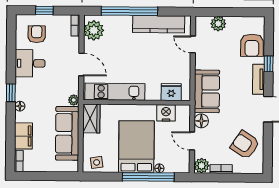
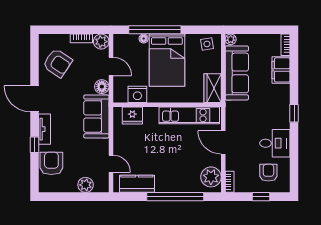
kitchen counter: (159, 24) -> (137, 184), width x0.67
armchair: (37, 34) -> (268, 173), turned 180
plant: (74, 100) -> (231, 39), moved
floor lamp: (20, 106) -> (285, 100), removed

